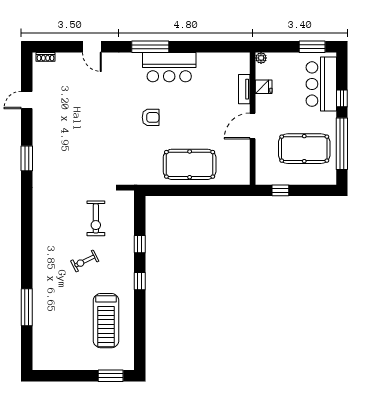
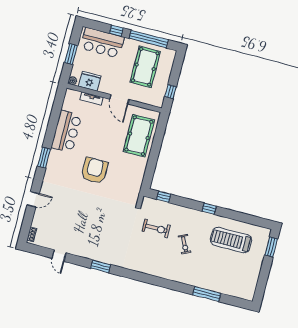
window: (150, 47) -> (44, 158), width x0.69
window: (312, 47) -> (71, 54), moved
bar counter: (169, 67) -> (66, 131), moved
fridge: (264, 87) -> (90, 81), width x1.88, depth x1.34
armchair: (151, 117) -> (94, 171), width x1.88, depth x1.88
pool table: (190, 164) -> (139, 136), moved
window: (140, 244) -> (164, 197), moved
treadmill: (106, 321) -> (231, 240), turned 180

